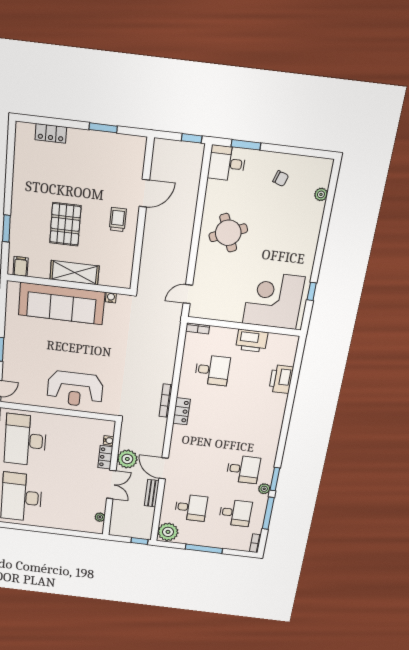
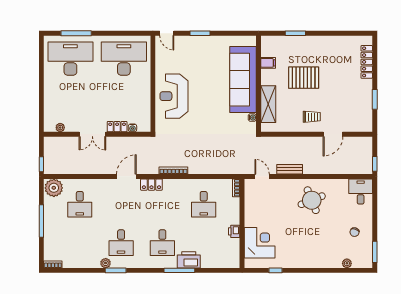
locker: (51, 133) -> (367, 62), width x1.53
window: (246, 145) -> (375, 252), moved
door: (144, 193) -> (333, 134), hinge flipped
filing cabinet: (21, 266) -> (268, 63), moved
shelving: (75, 273) -> (268, 104), moved
corner desk: (274, 300) -> (260, 243), width x0.74, depth x0.74
printer: (252, 341) -> (234, 231), width x0.53, depth x0.68
printer: (281, 379) -> (189, 260), moved
locker: (182, 411) -> (151, 185), moved
plant: (127, 459) -> (118, 145), removed
door: (164, 468) -> (126, 176), moved
bench: (152, 493) -> (290, 169), moved
desk: (235, 513) -> (162, 243), moved
window: (268, 513) -> (179, 270), moved

